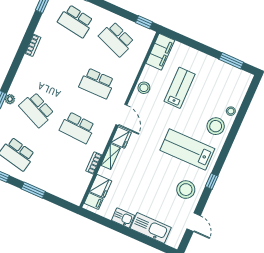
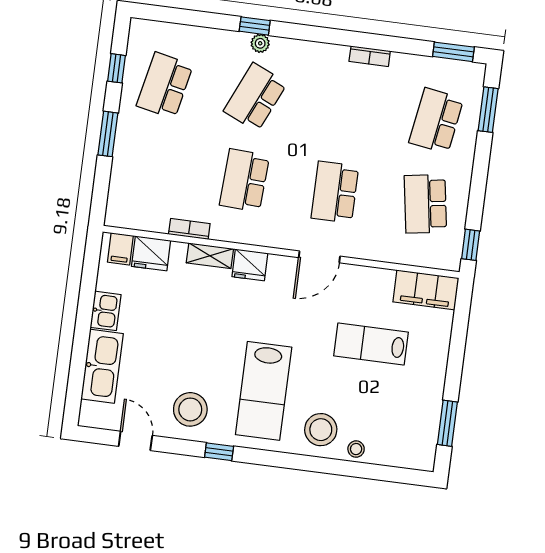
school desk: (116, 39) -> (425, 204), turned -30
stool: (144, 88) -> (352, 279), removed
lab bench: (180, 88) -> (371, 344), turned 180
door: (121, 115) -> (319, 257), moved
lab bench: (187, 149) -> (264, 391), turned 180
door: (194, 222) -> (135, 441), swing flipped

